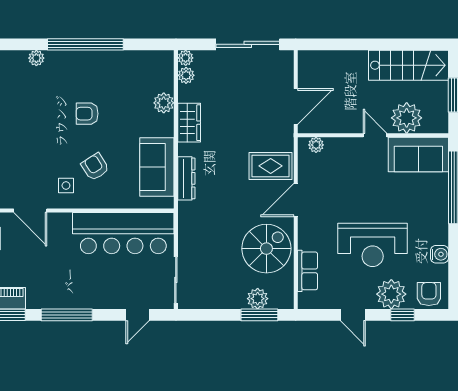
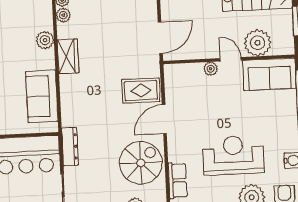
plant: (316, 145) -> (211, 69), moved
dresser: (186, 178) -> (70, 147), moved
reception desk: (373, 245) -> (233, 155), turned 180

